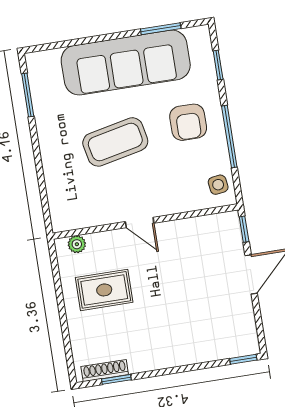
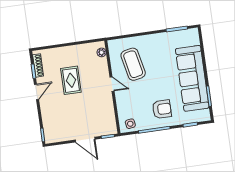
armchair: (188, 122) -> (162, 109), turned 180
coffee table: (115, 142) -> (133, 64), moved
door: (140, 222) -> (112, 84), swing flipped
rug: (104, 290) -> (71, 80), moved
door: (158, 373) -> (36, 92), added

